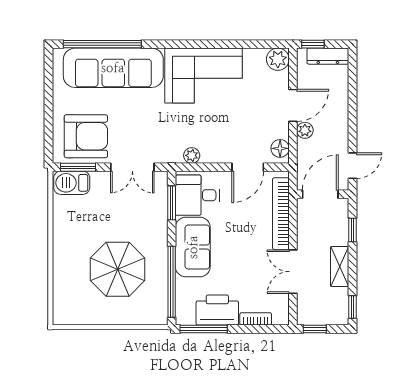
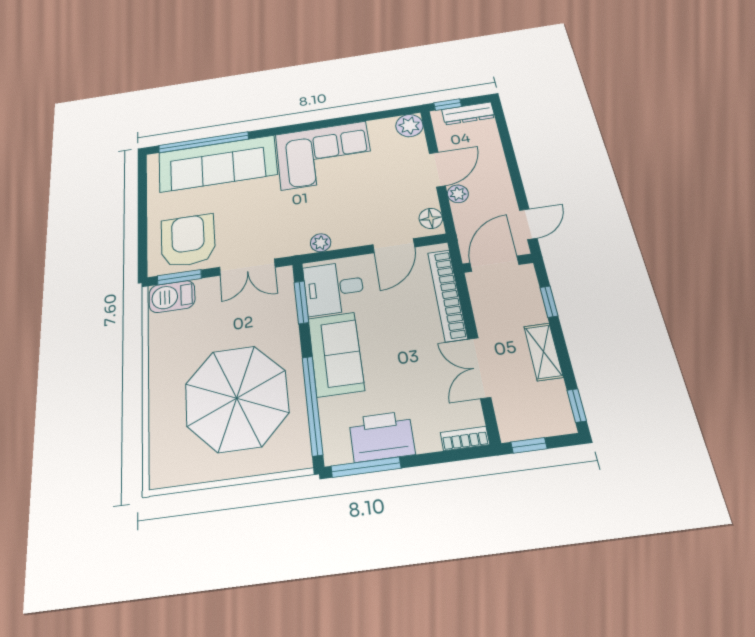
armchair: (86, 136) -> (188, 240), turned -90
parasol: (118, 269) -> (237, 398), width x1.36, depth x1.36
bookcase: (256, 319) -> (465, 438), moved

